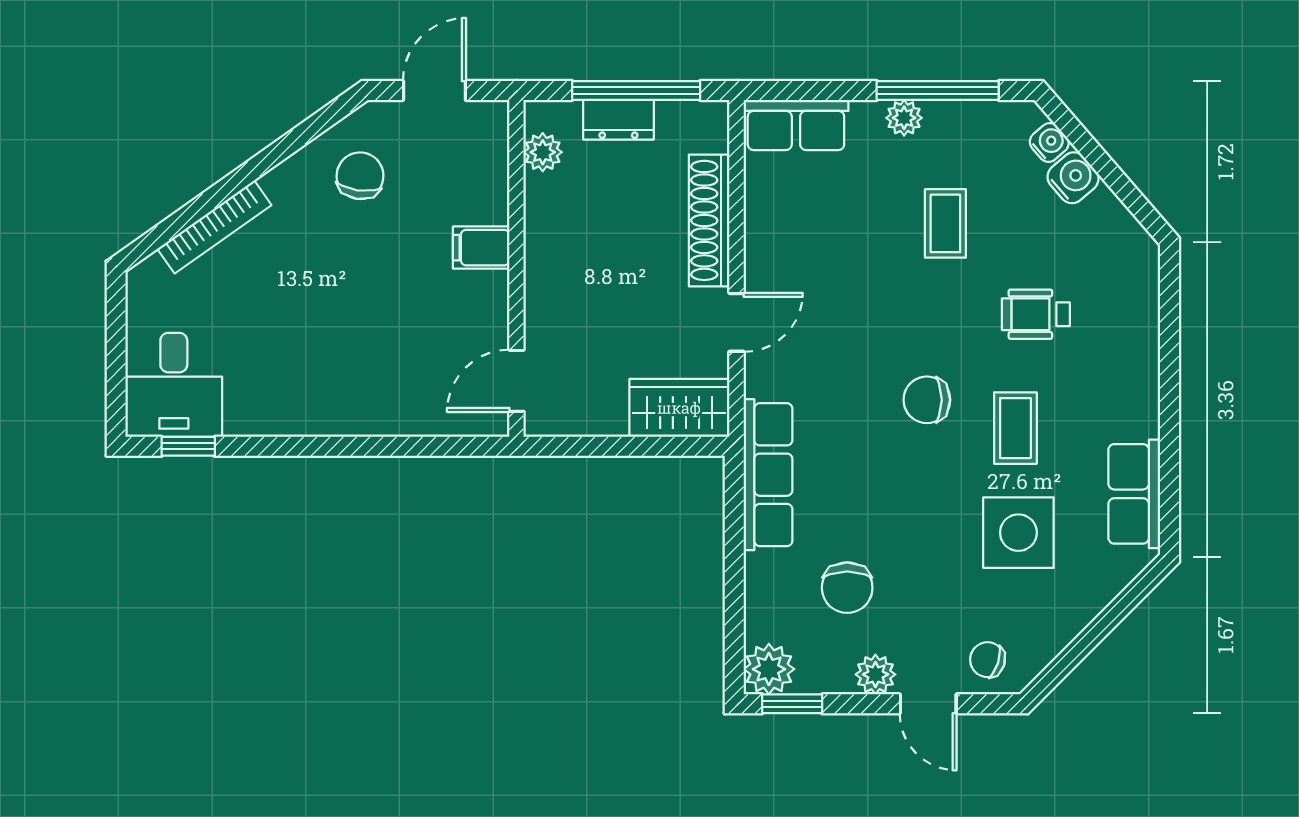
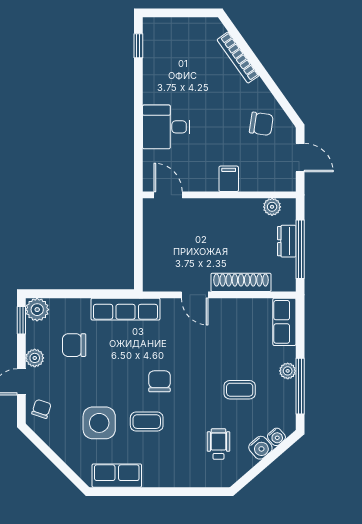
wheelchair: (1036, 314) -> (218, 444), moved
desk: (174, 385) -> (166, 127), moved
wardrobe: (679, 408) -> (156, 269), removed

